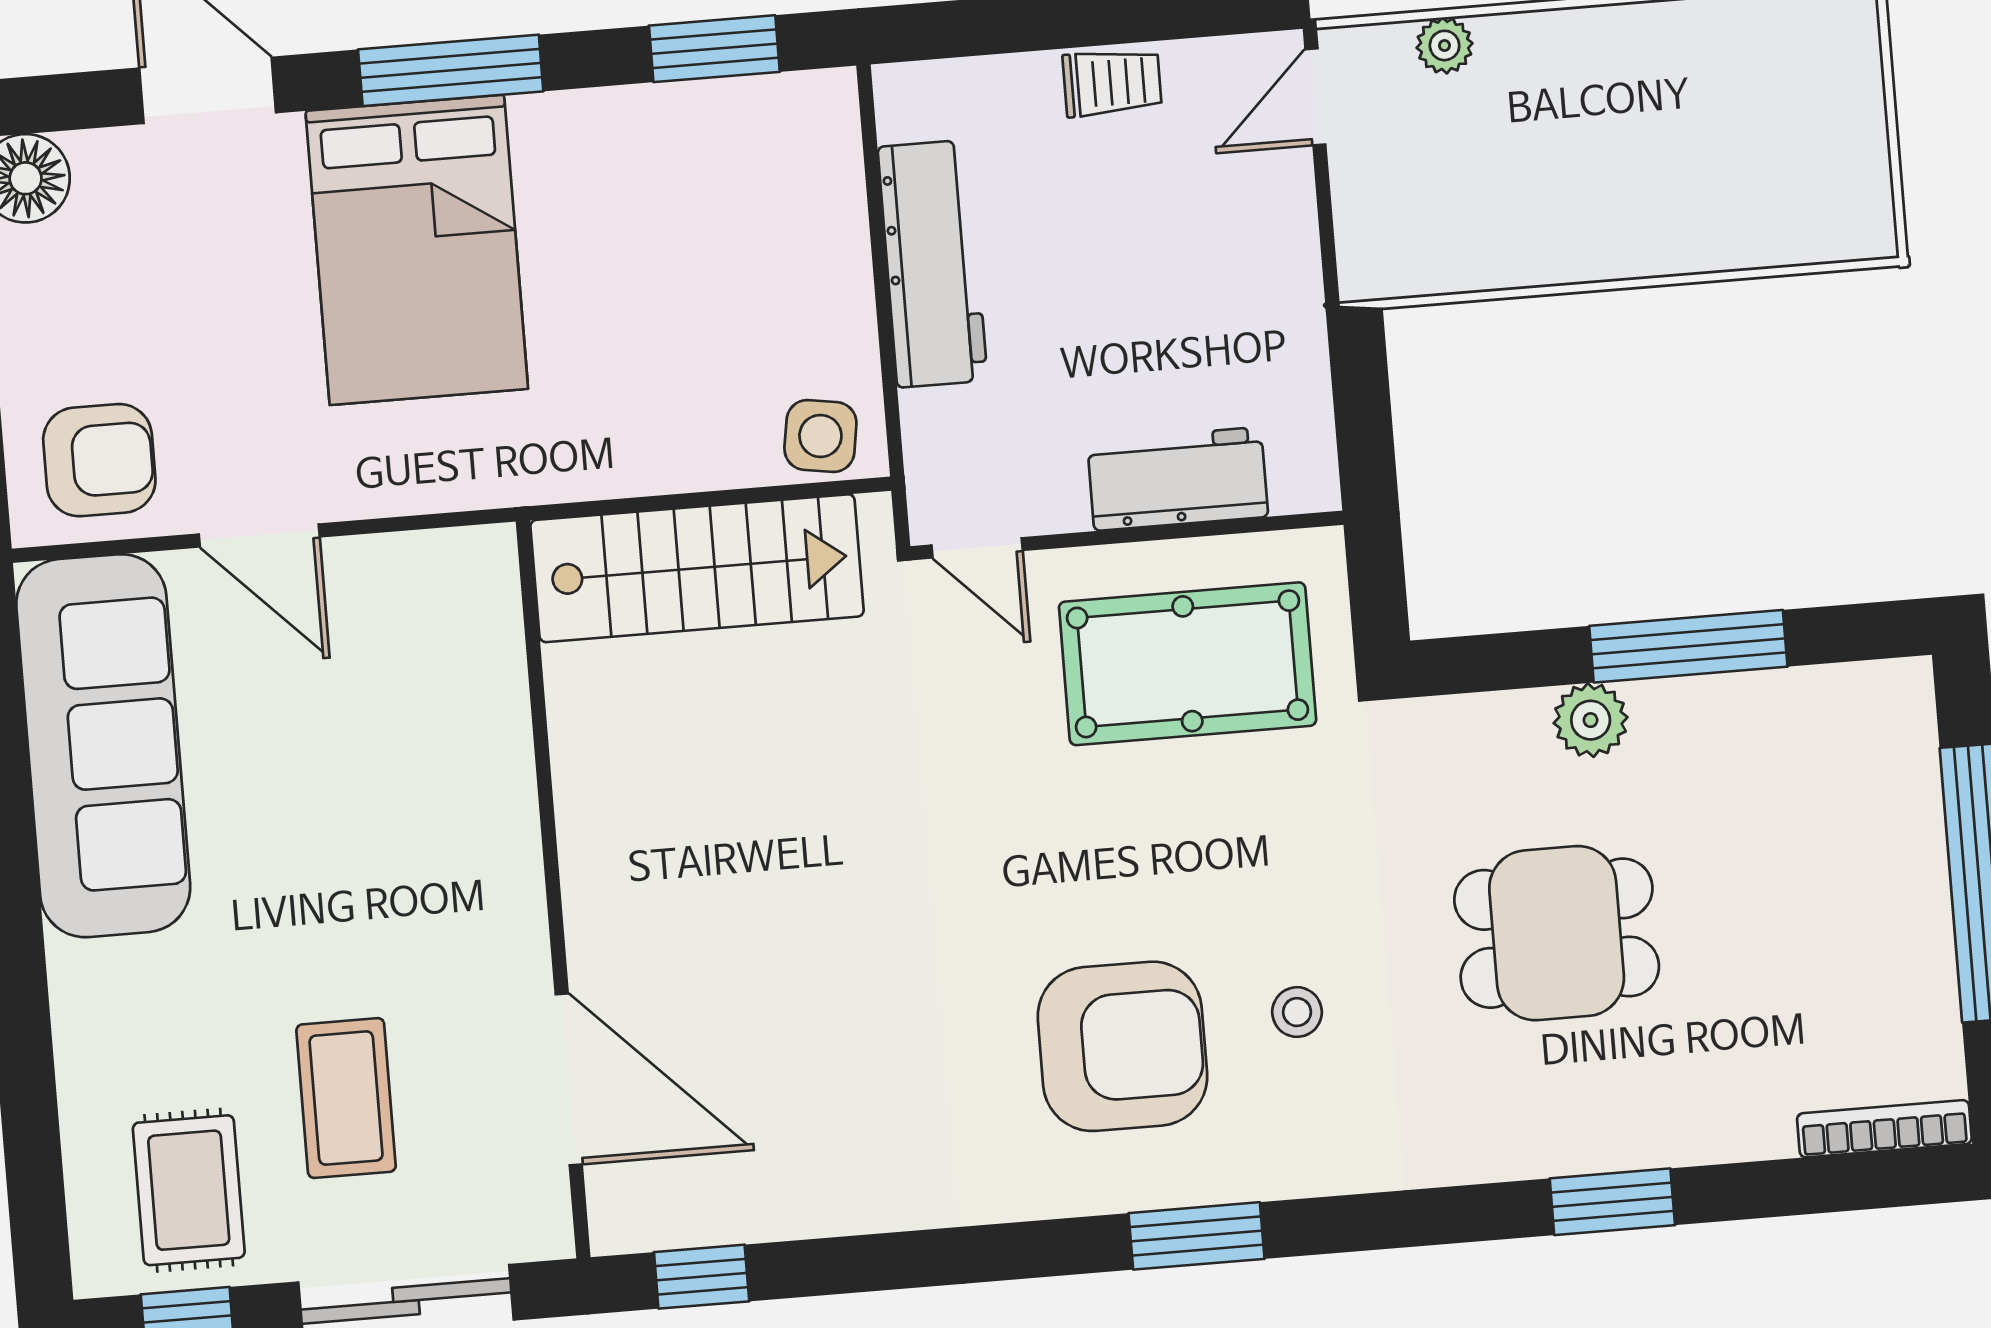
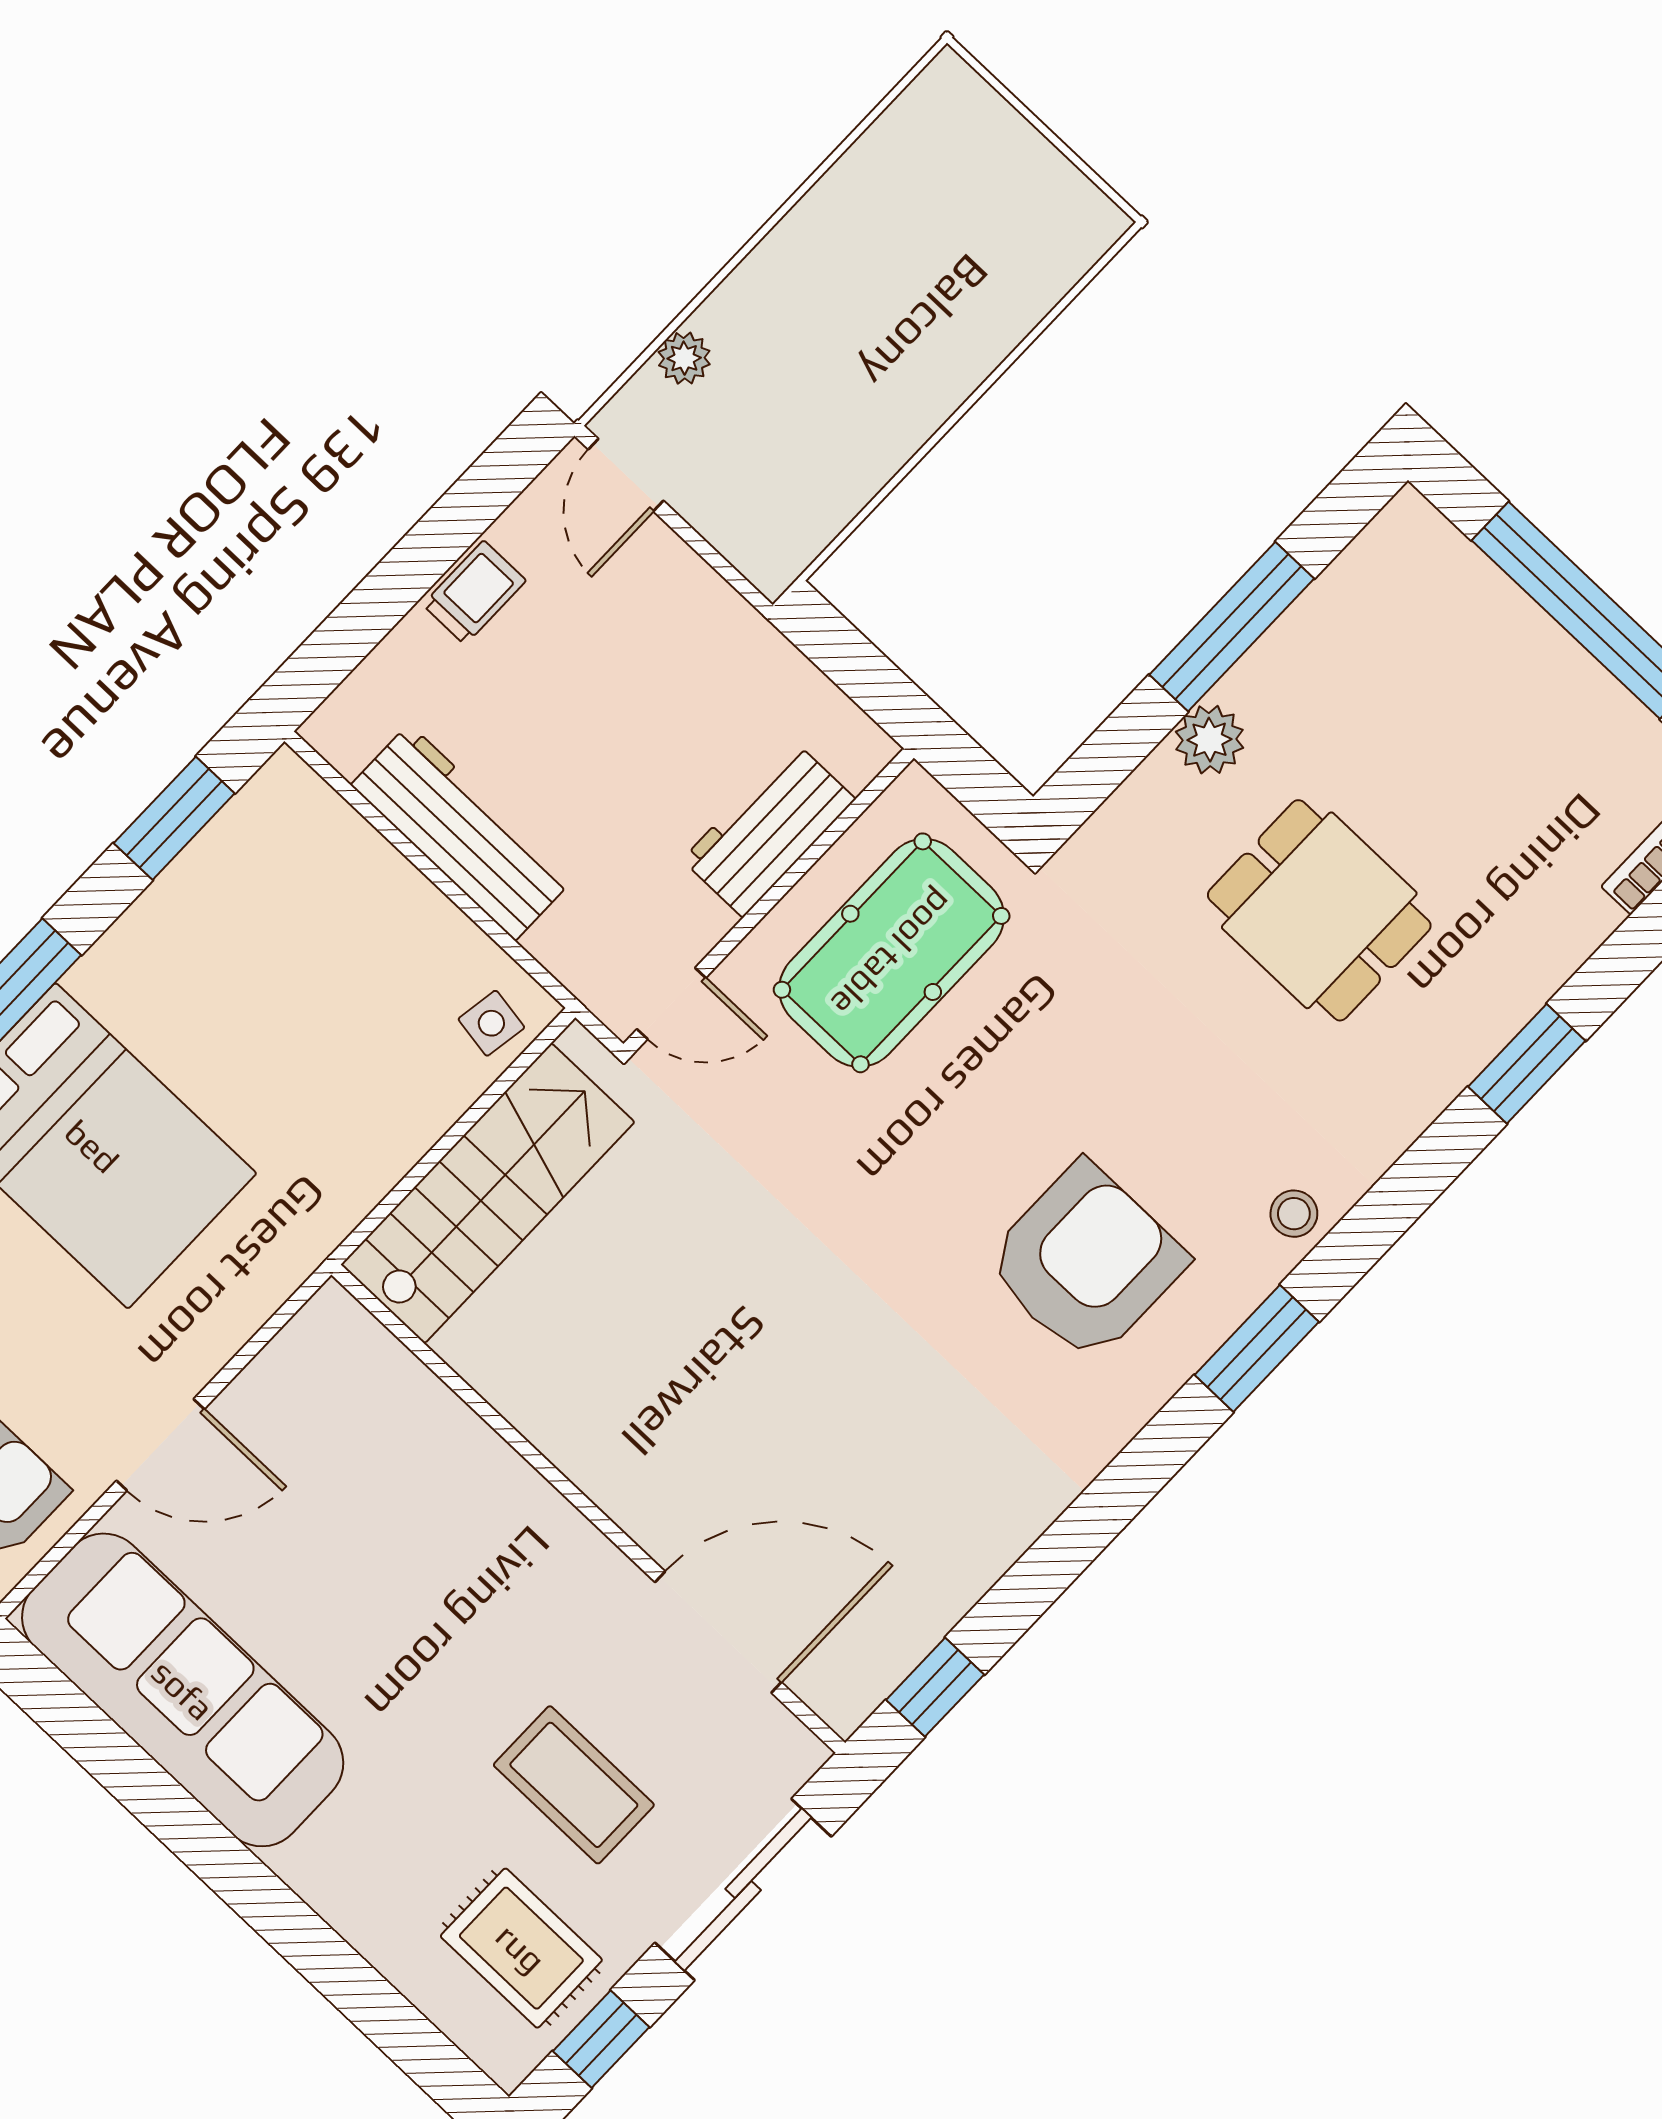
side table: (820, 436) -> (491, 1023), width x0.73, depth x0.73
dining table: (1557, 933) -> (1319, 910), turned 90
stool: (1297, 1012) -> (1294, 1214), moved

